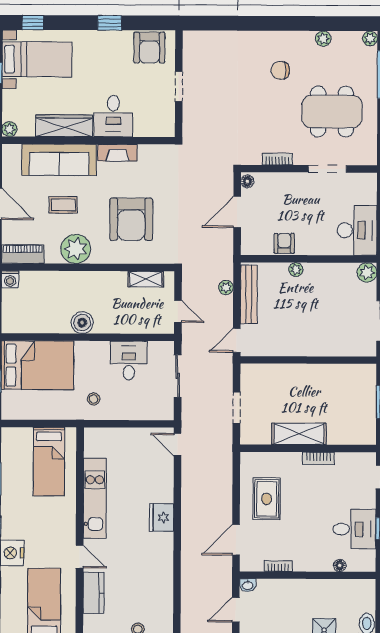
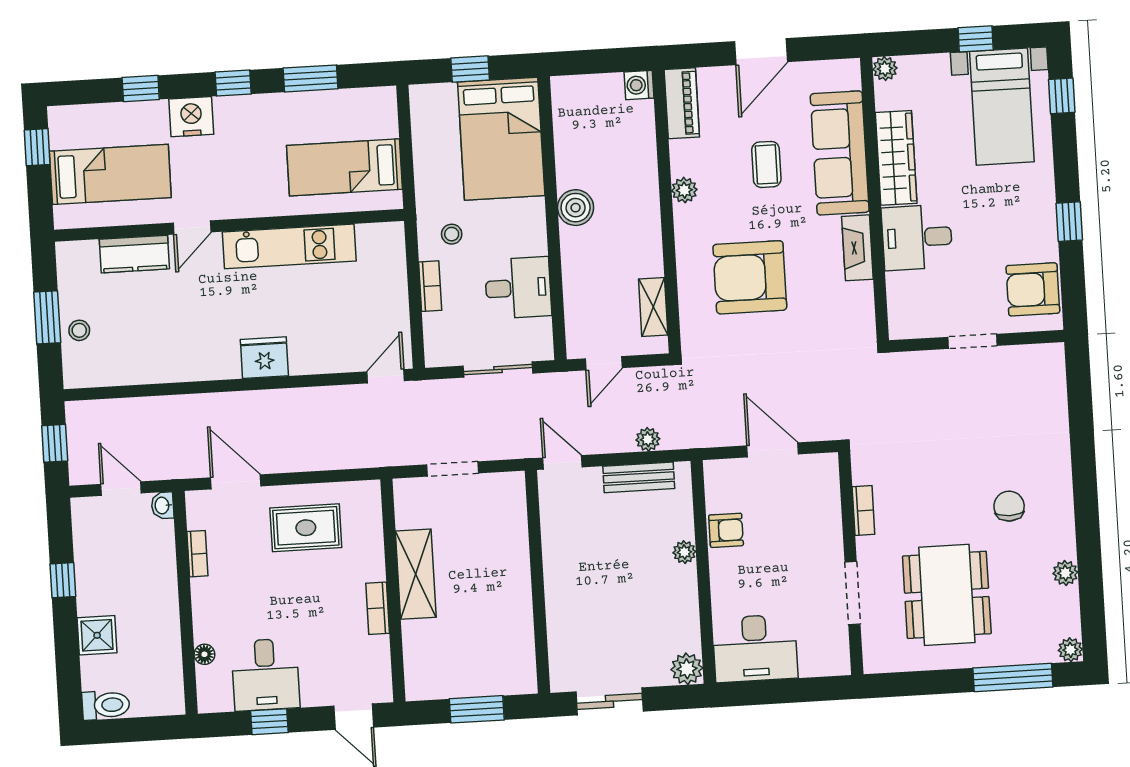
floor lamp: (247, 181) -> (824, 464), removed
plant: (76, 249) -> (684, 190), width x0.53, depth x0.53
bench: (249, 294) -> (639, 477), width x0.73
bookcase: (124, 414) -> (430, 286), added

